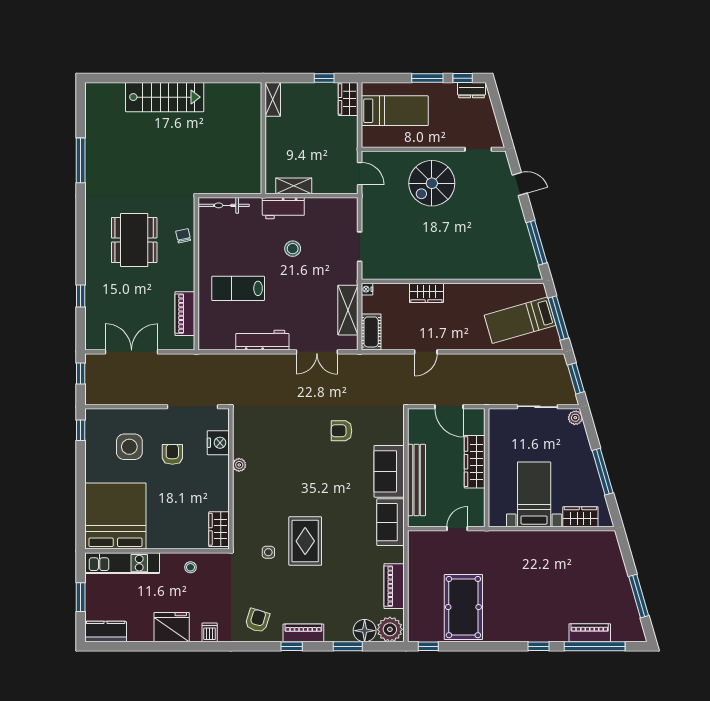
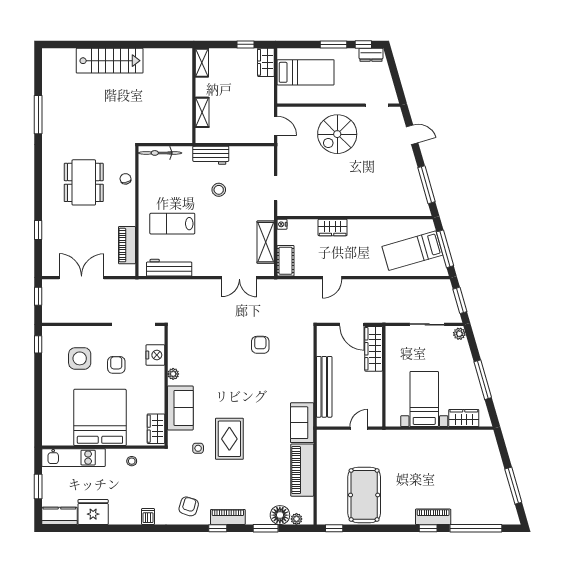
shelving: (294, 186) -> (202, 112), moved, turned 90
workbench: (262, 340) -> (169, 268), moved
armchair: (341, 431) -> (260, 345), turned 90
wardrobe: (475, 462) -> (374, 349), moved
sofa: (389, 471) -> (180, 408), moved, turned 180
bed: (115, 516) -> (100, 417), moved
piano: (394, 586) -> (302, 470), width x1.37, depth x1.33
fridge: (172, 627) -> (93, 512), moved
plant: (390, 629) -> (296, 519), width x0.53, depth x0.53
piano: (590, 633) -> (433, 517), moved

